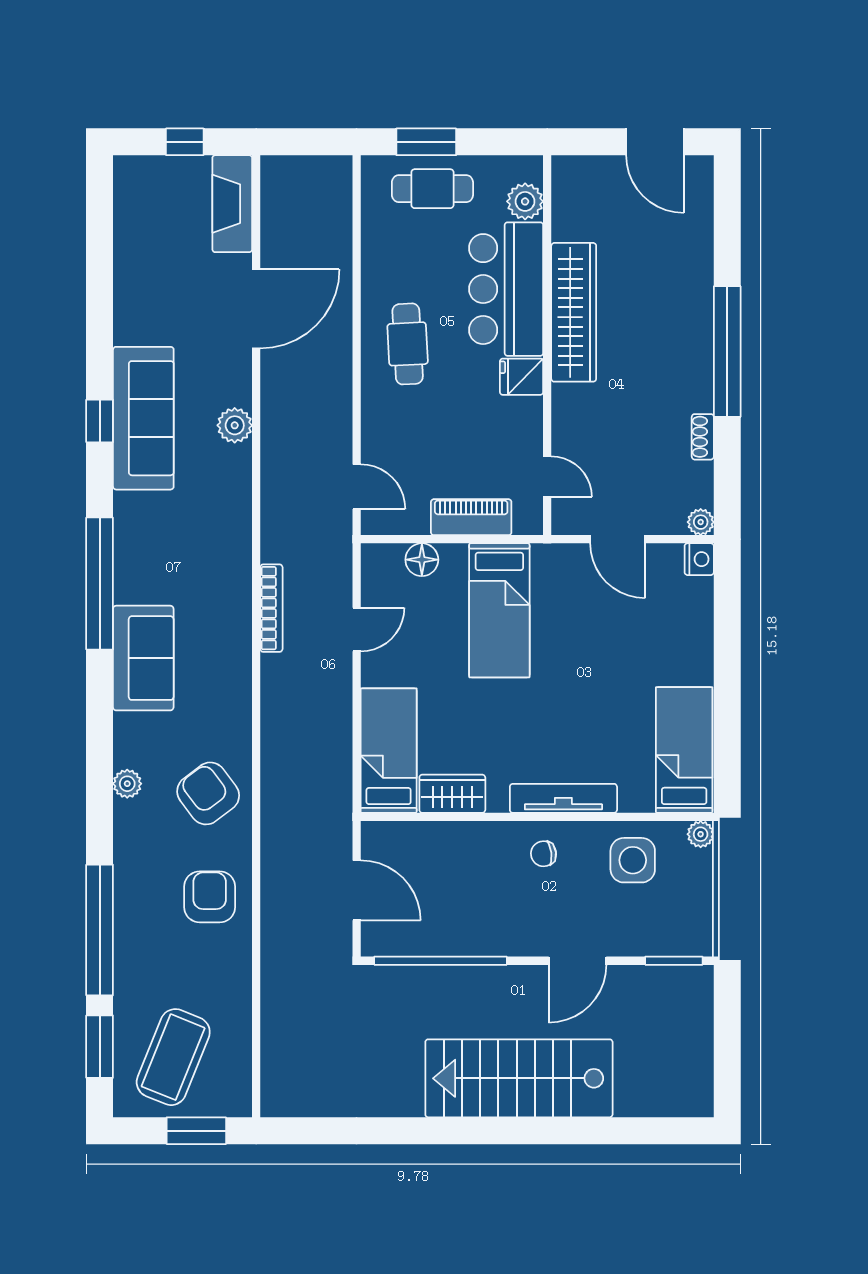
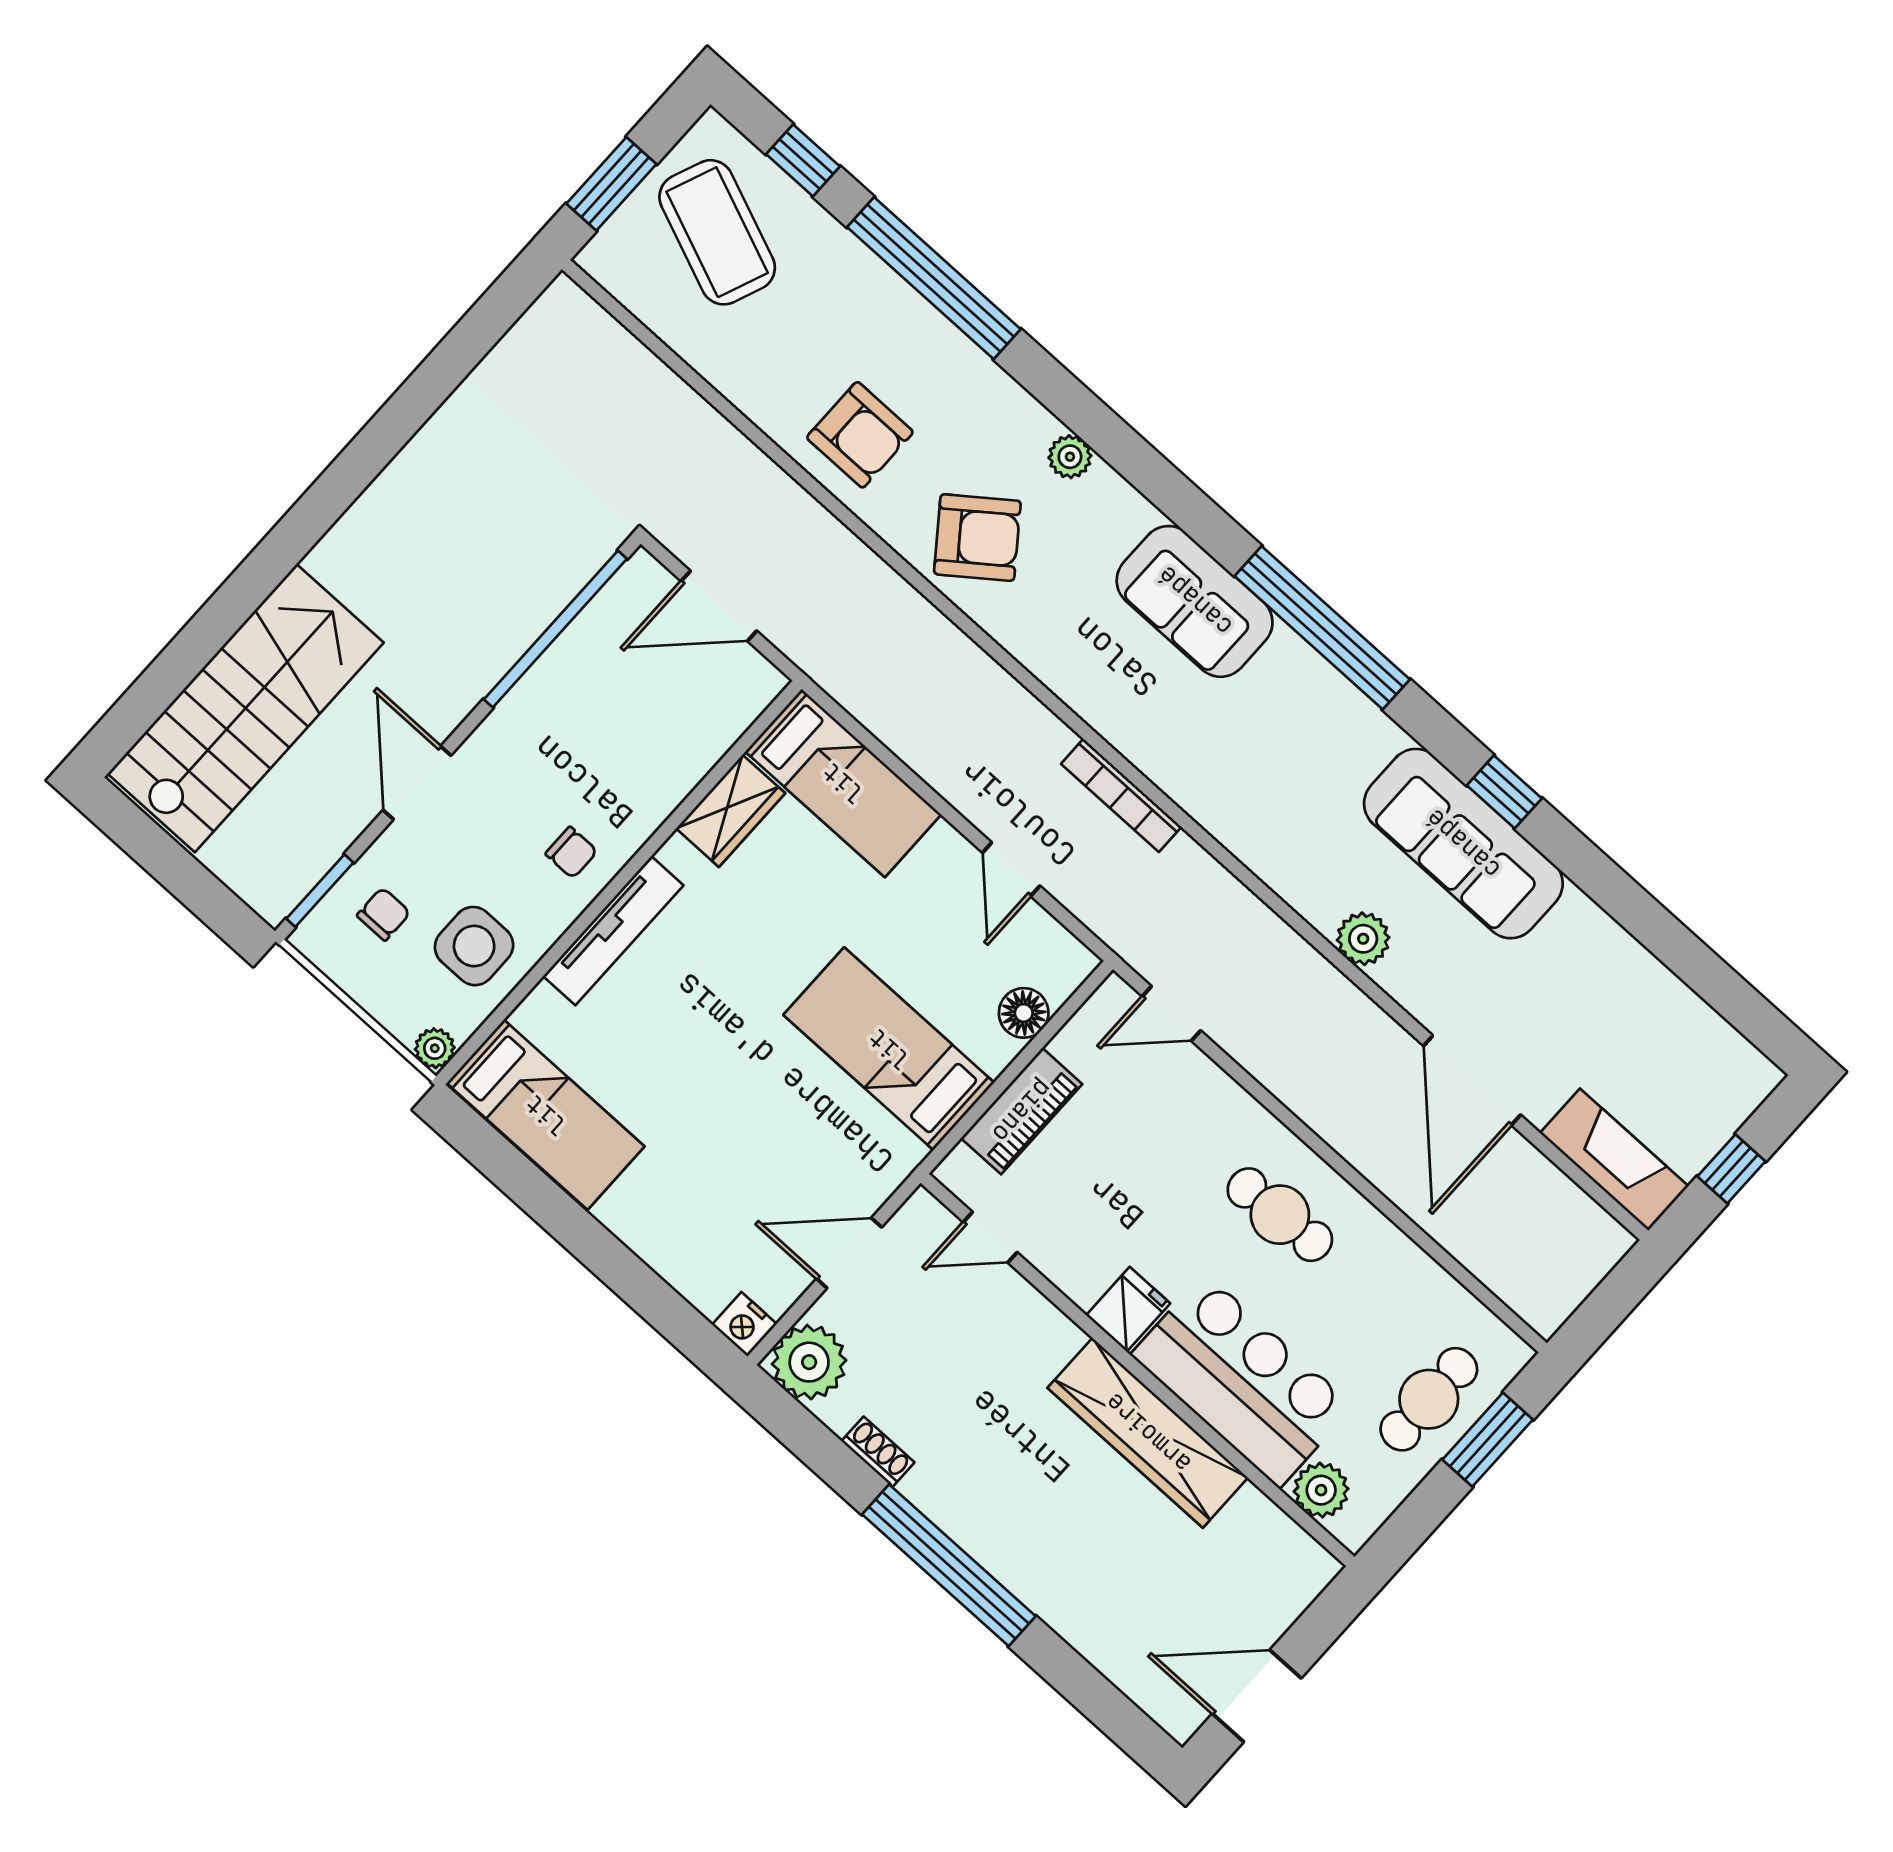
plant: (701, 522) -> (809, 1362), width x1.87, depth x1.87
chair: (543, 854) -> (571, 853), turned 97
chair: (657, 919) -> (384, 914), added
window: (100, 1047) -> (803, 160), width x0.67
stairs: (519, 1078) -> (246, 708), moved

